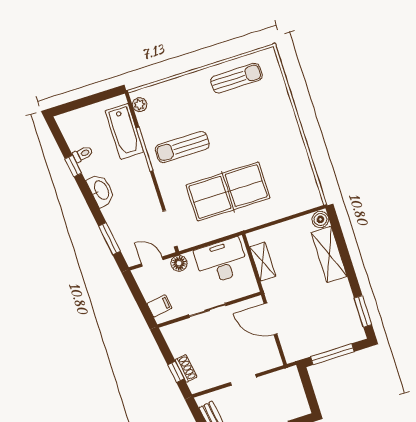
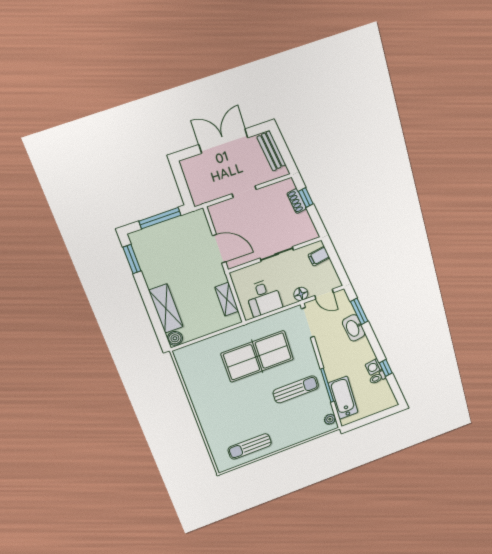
washing machine: (88, 168) -> (374, 367), added
washbasin: (101, 190) -> (354, 328), moved
desk: (221, 261) -> (264, 298), width x0.73

